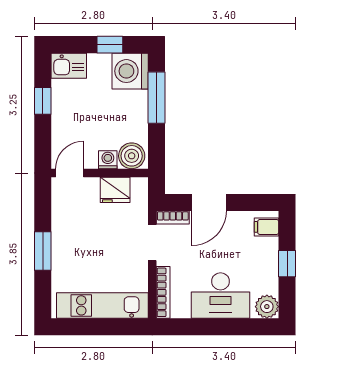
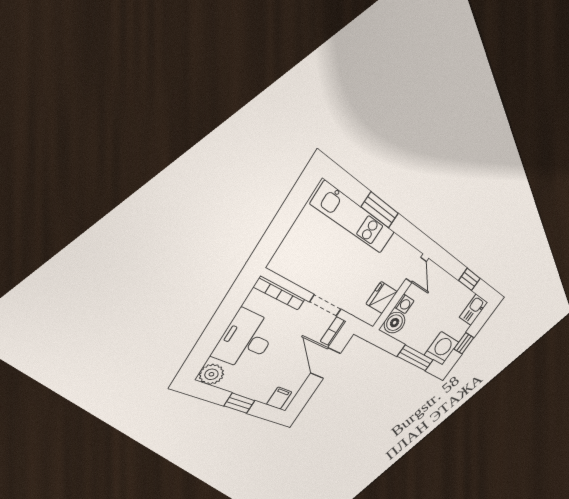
kitchen unit: (102, 305) -> (354, 219), moved, turned 90

